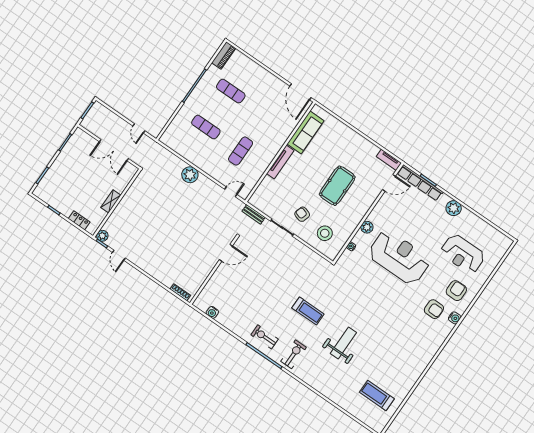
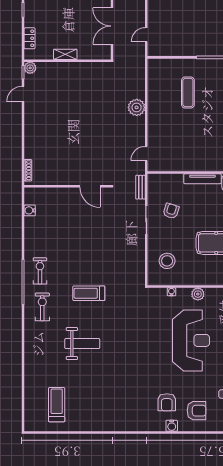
exercise mat: (241, 151) -> (188, 137), removed
door: (231, 192) -> (146, 154), swing flipped
armchair: (302, 214) -> (171, 211), moved
treadmill: (308, 311) -> (89, 293), turned 90
exercise bike: (294, 354) -> (42, 307), turned -90

